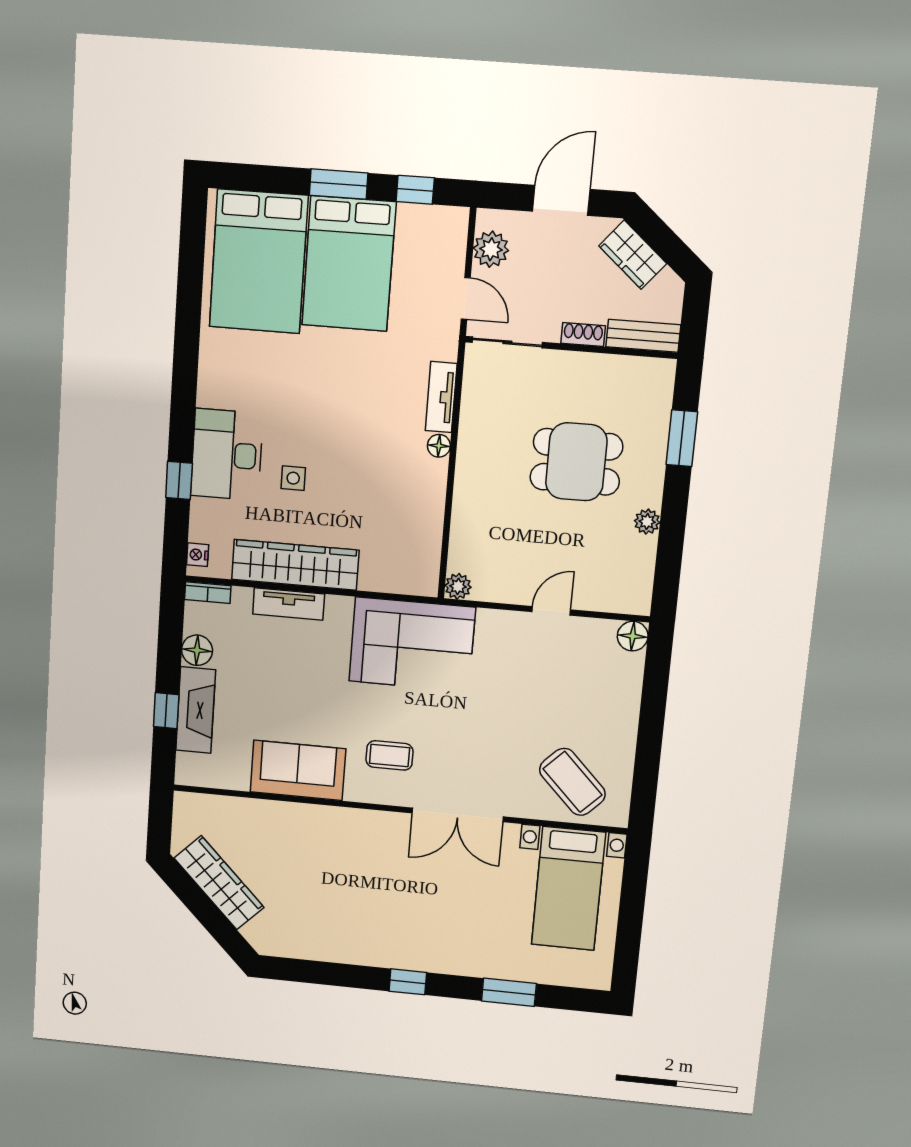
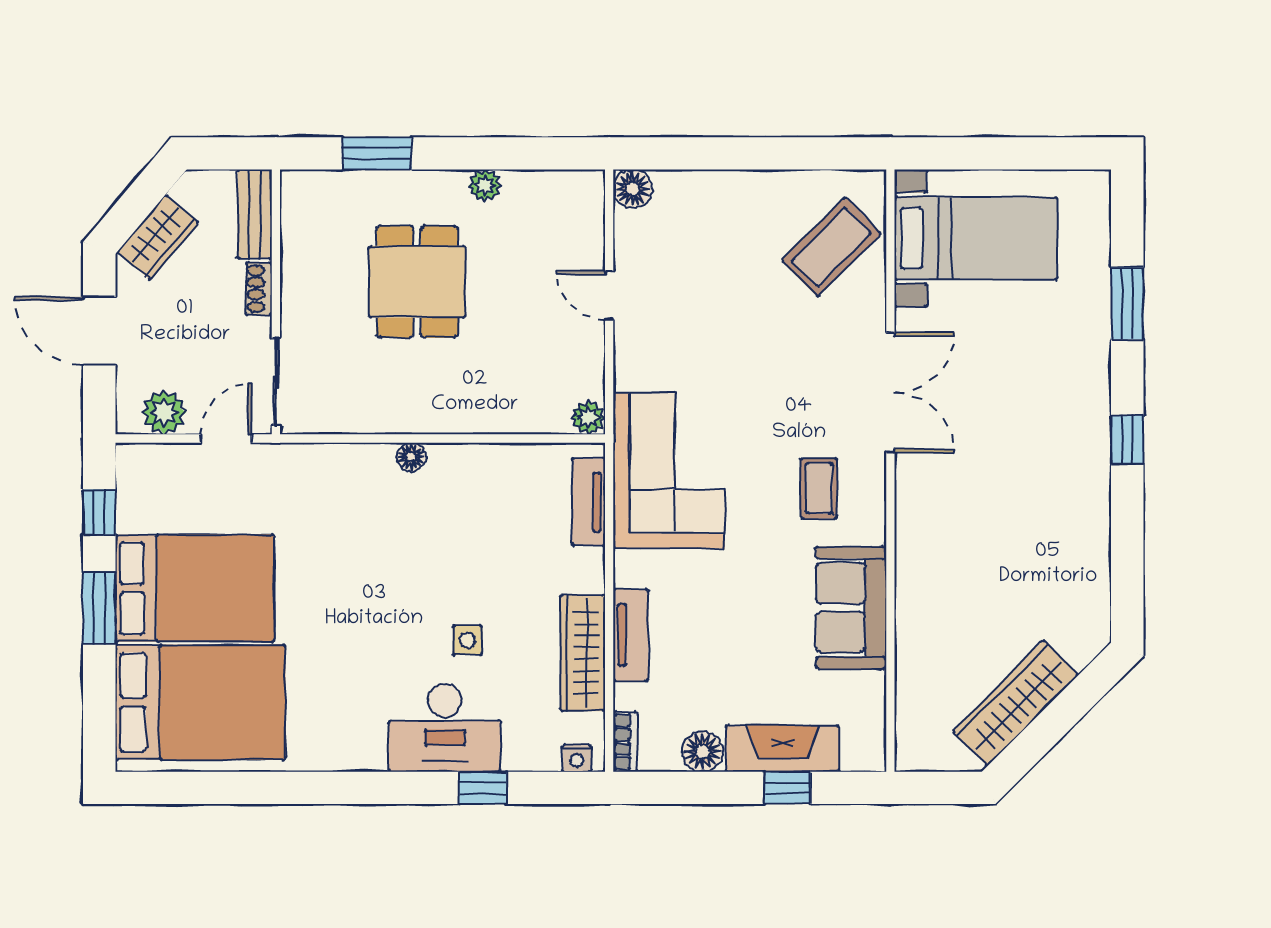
tv unit: (441, 397) -> (589, 502), moved, turned 90
wardrobe: (295, 565) -> (583, 653), width x0.71, depth x0.85

